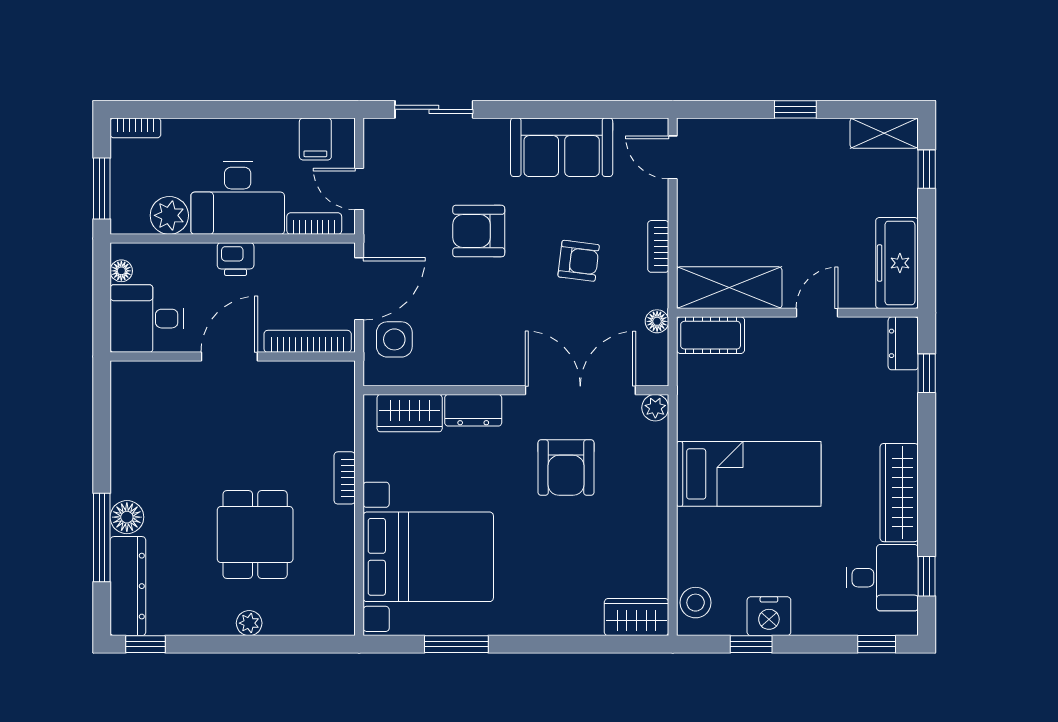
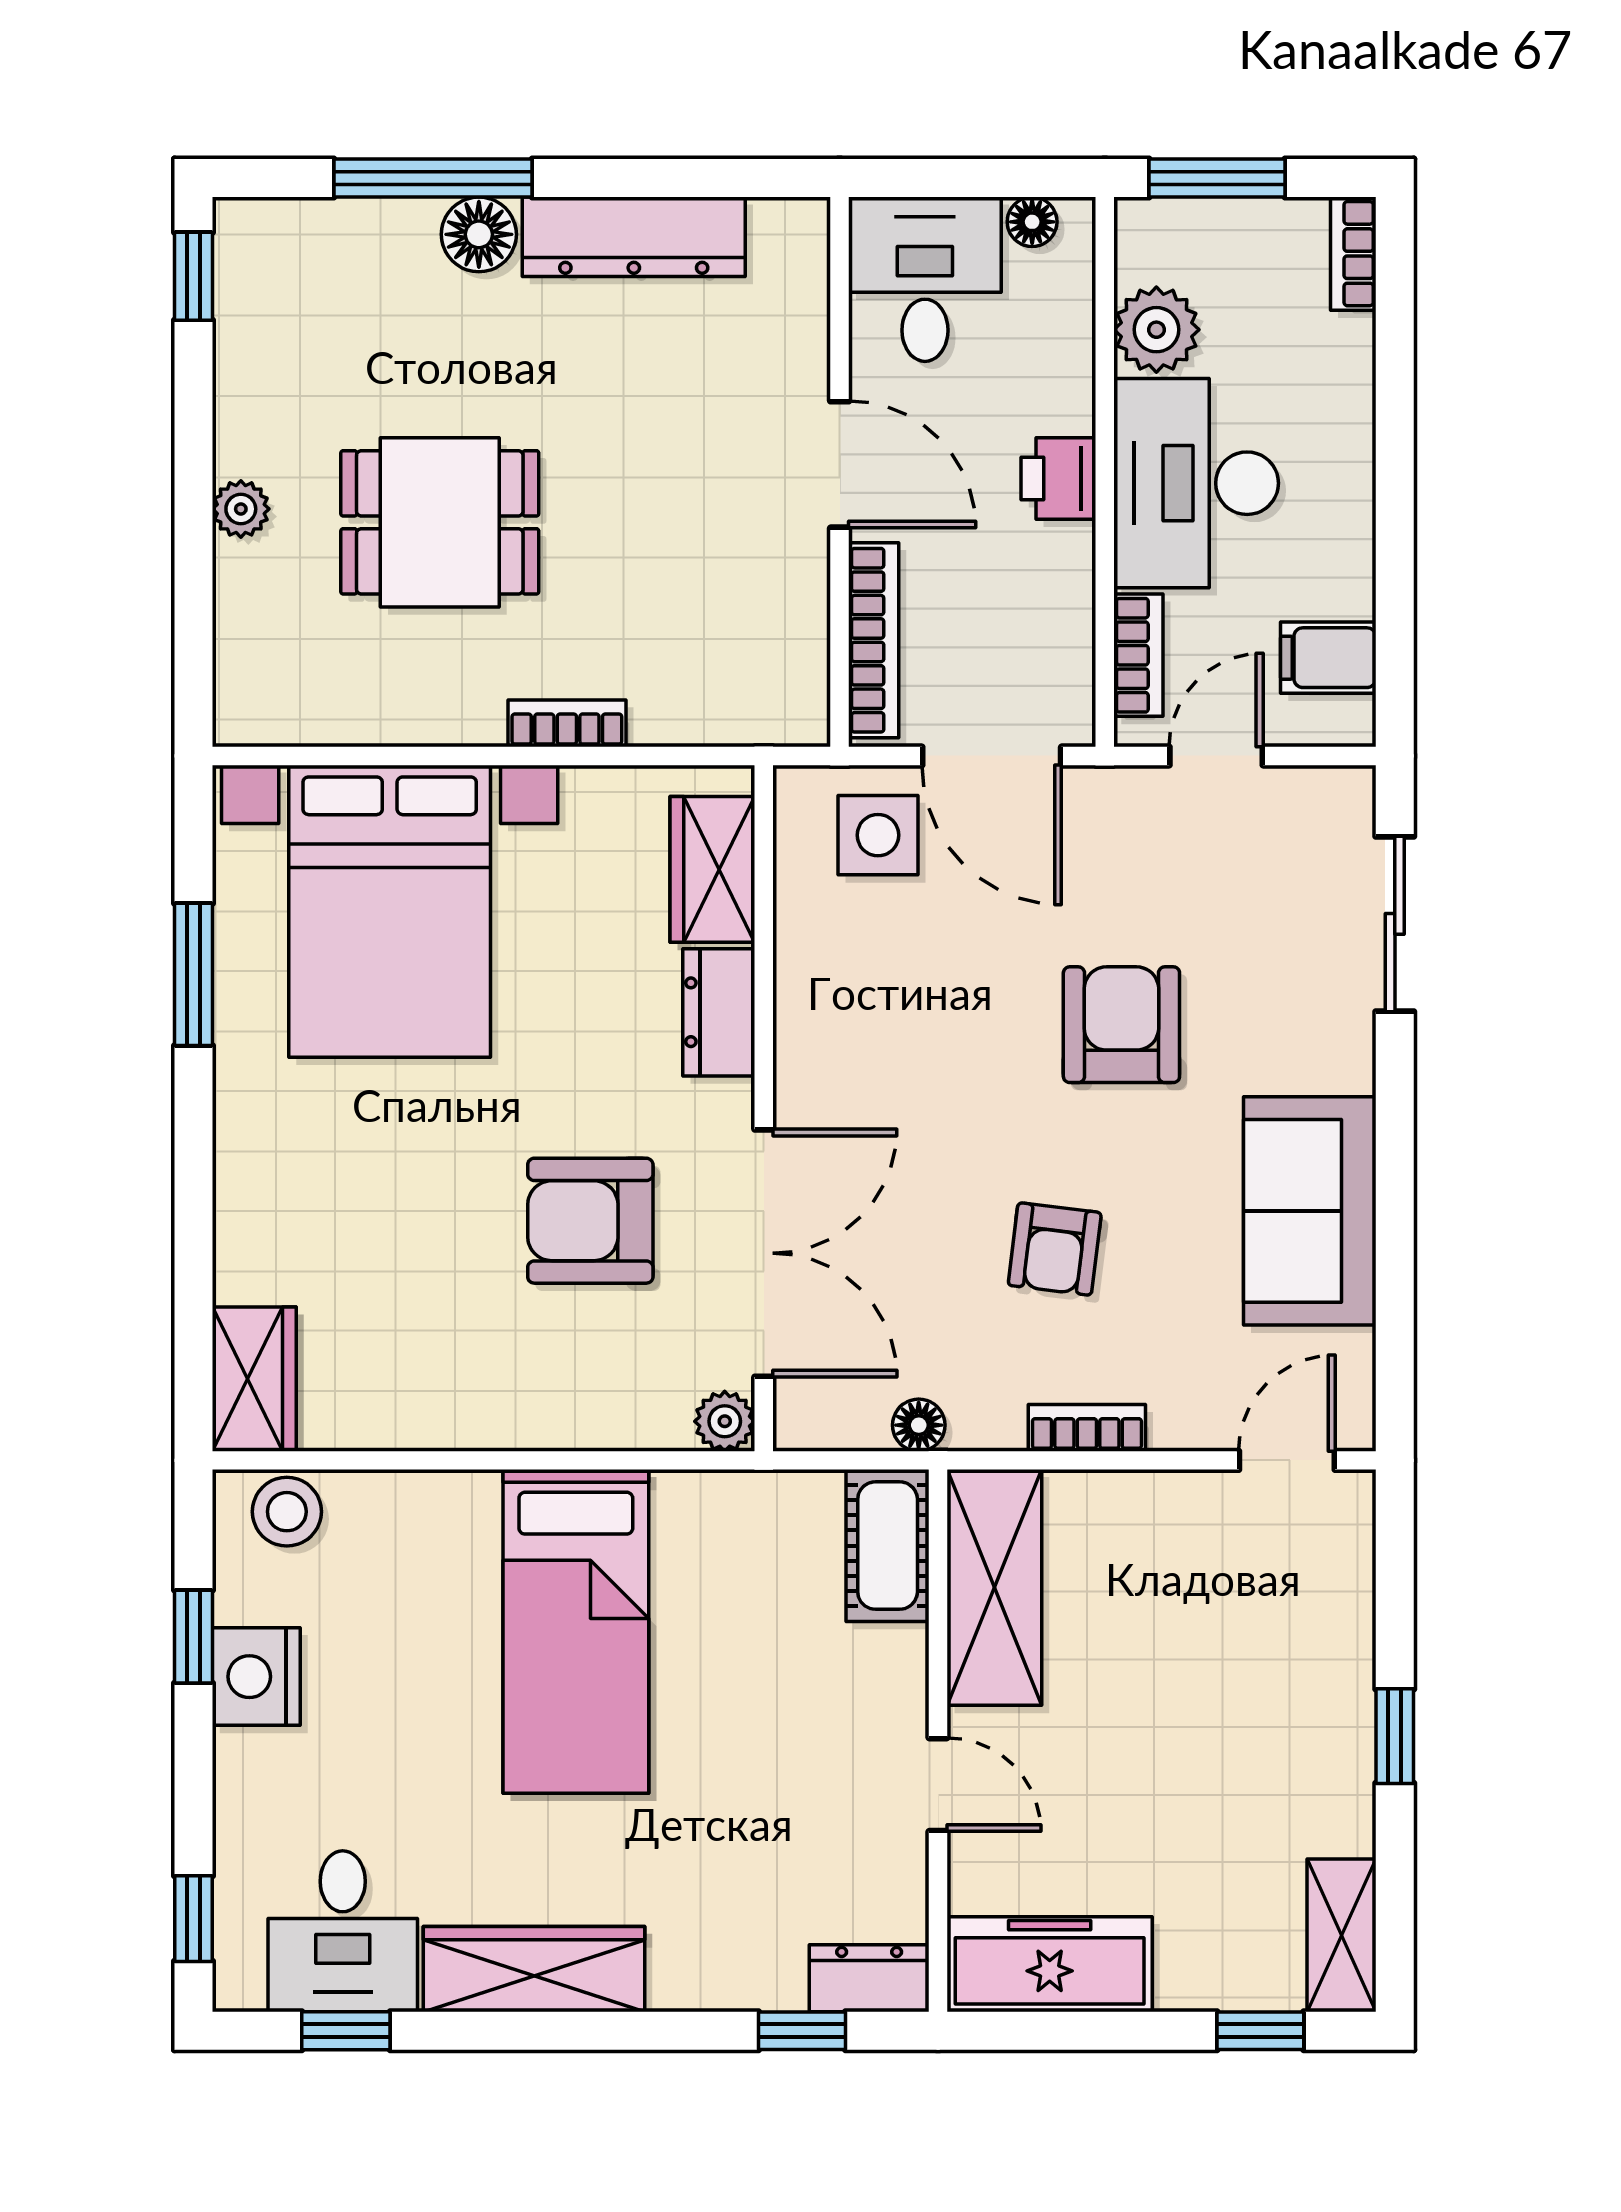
dresser: (128, 586) -> (634, 237), moved

